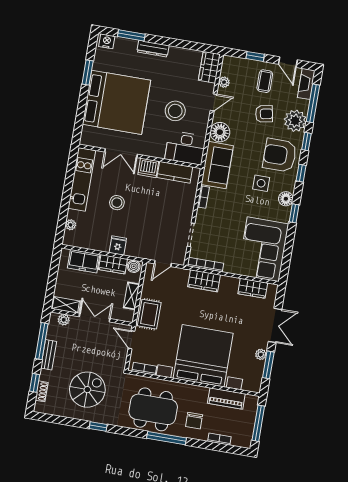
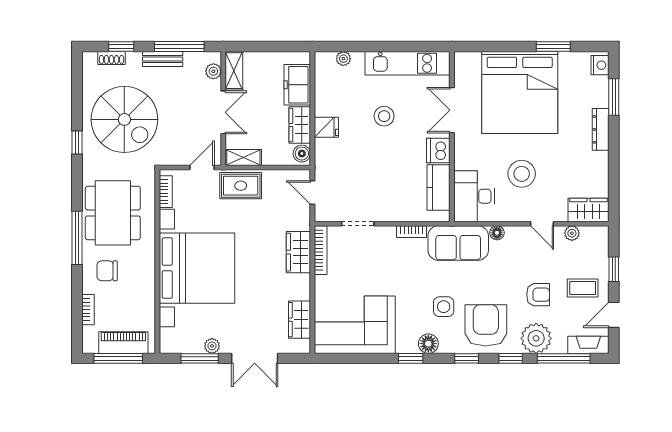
armchair: (264, 114) -> (538, 295), turned -79
floor lamp: (220, 132) -> (497, 233), width x0.53, depth x0.53
shelving: (132, 296) -> (243, 157), moved
spiral stairs: (87, 390) -> (124, 119), width x1.37, depth x1.37
piano: (226, 398) -> (123, 343), moved, turned 90

